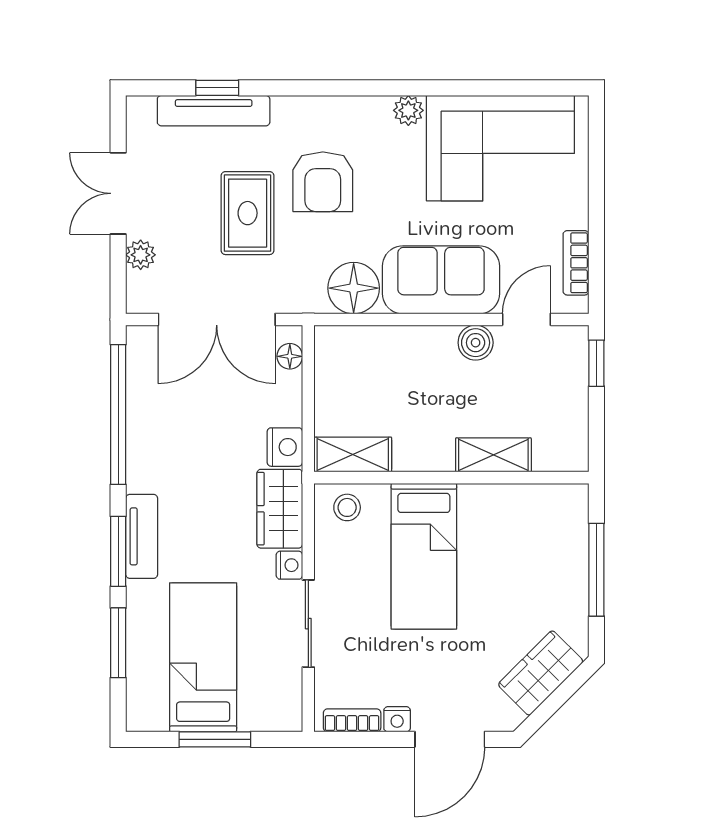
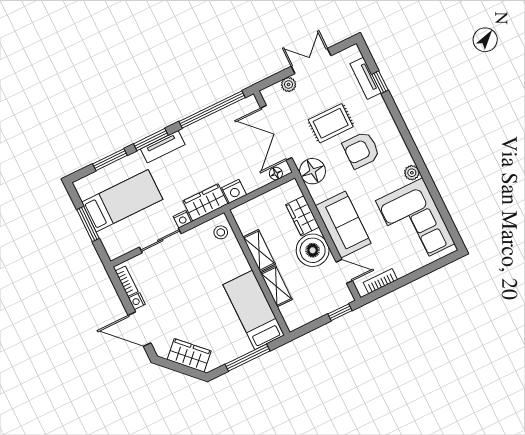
tv unit: (214, 111) -> (365, 78), width x0.71
floor lamp: (354, 288) -> (313, 171), moved
boiler: (476, 343) -> (313, 250), width x1.86, depth x1.86
wardrobe: (390, 346) -> (303, 216), added
shelving: (353, 454) -> (259, 251), moved
bed: (424, 556) -> (254, 310), moved, turned 90

